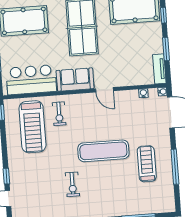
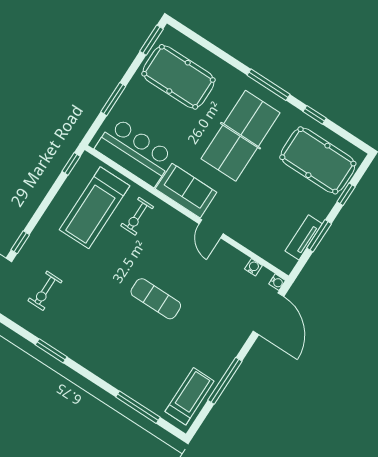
tv unit: (159, 69) -> (304, 237), moved
exercise mat: (103, 151) -> (156, 299), width x0.73, depth x0.69
treadmill: (147, 164) -> (190, 396), moved
exercise bike: (72, 184) -> (45, 291), moved

